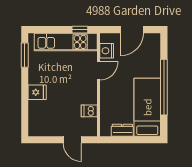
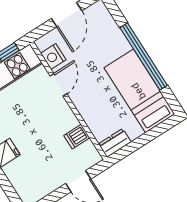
dresser: (122, 130) -> (115, 143), moved

